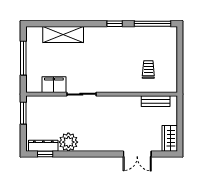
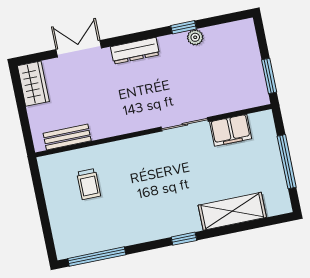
window: (115, 24) -> (184, 239), moved
plant: (68, 142) -> (195, 37), width x0.53, depth x0.53
dresser: (43, 146) -> (135, 51), moved
window: (45, 154) -> (183, 27), moved

